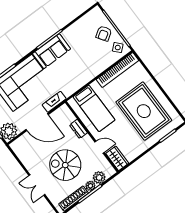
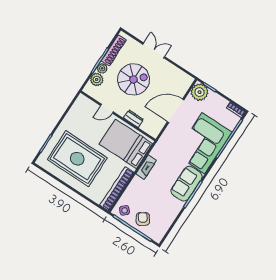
fireplace: (54, 102) -> (146, 167), moved
bed: (94, 108) -> (126, 144), width x1.50
wardrobe: (117, 158) -> (86, 104), removed

